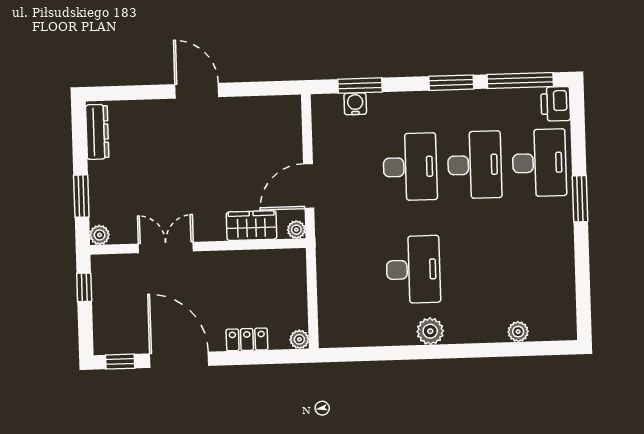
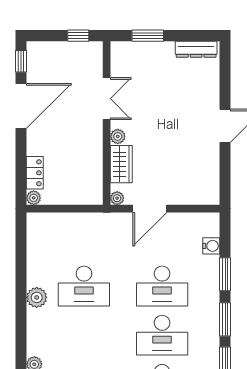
window: (360, 86) -> (225, 274), moved
door: (309, 186) -> (150, 209), swing flipped
plant: (100, 235) -> (118, 136), moved
locker: (247, 339) -> (35, 173), moved

